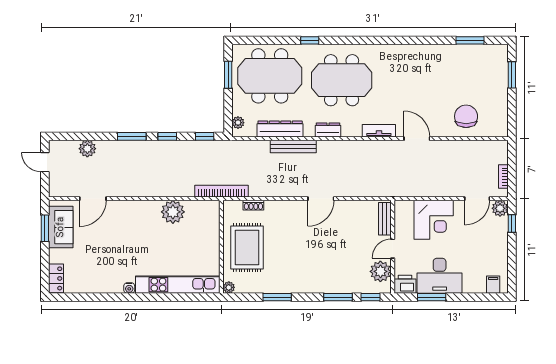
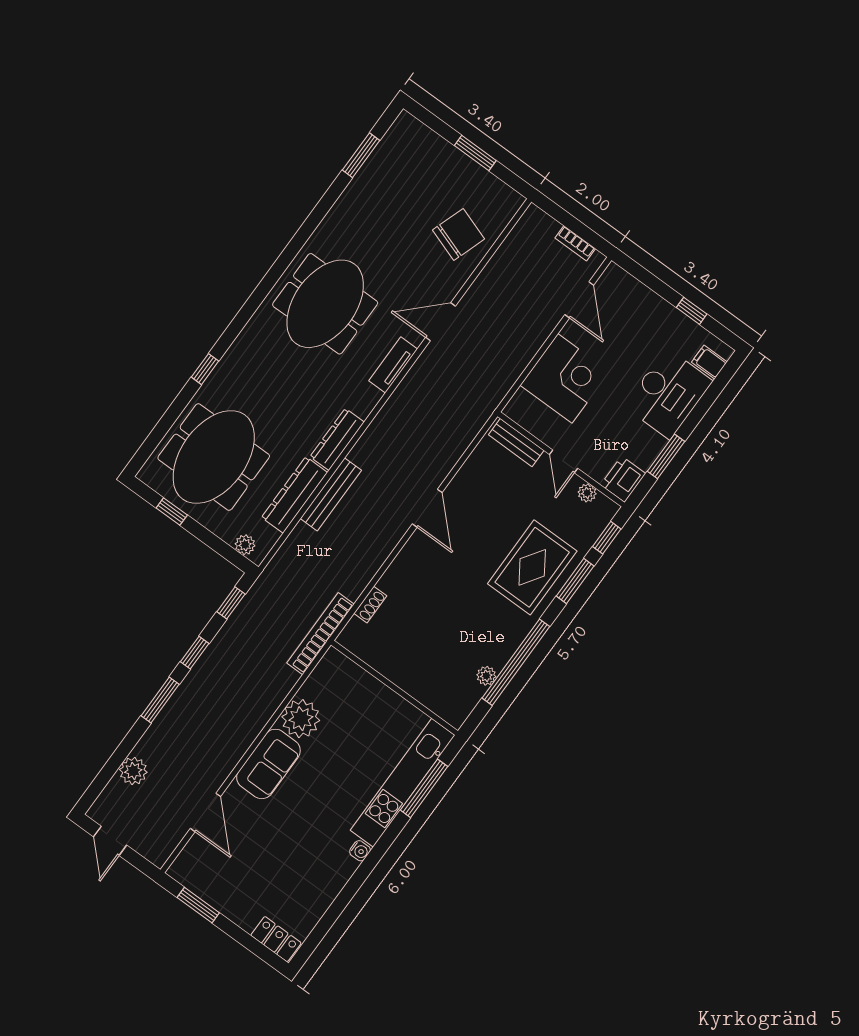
window: (228, 75) -> (172, 512), width x0.67
window: (512, 75) -> (475, 153), moved
meeting table: (342, 80) -> (325, 304), moved
chair: (466, 116) -> (459, 234), turned 109
dresser: (328, 130) -> (337, 439), width x1.44
door: (45, 162) -> (110, 841), hinge flipped
plant: (500, 208) -> (614, 279), removed
window: (512, 224) -> (692, 311), moved
sofa: (61, 227) -> (268, 764), moved, turned 90
rug: (247, 247) -> (532, 567), moved, turned 90
plant: (380, 271) -> (587, 493), width x0.53, depth x0.53
desk: (440, 276) -> (668, 394), moved
plant: (229, 287) -> (486, 676), moved
window: (183, 297) -> (424, 788), added
window: (277, 297) -> (516, 662), width x2.11

